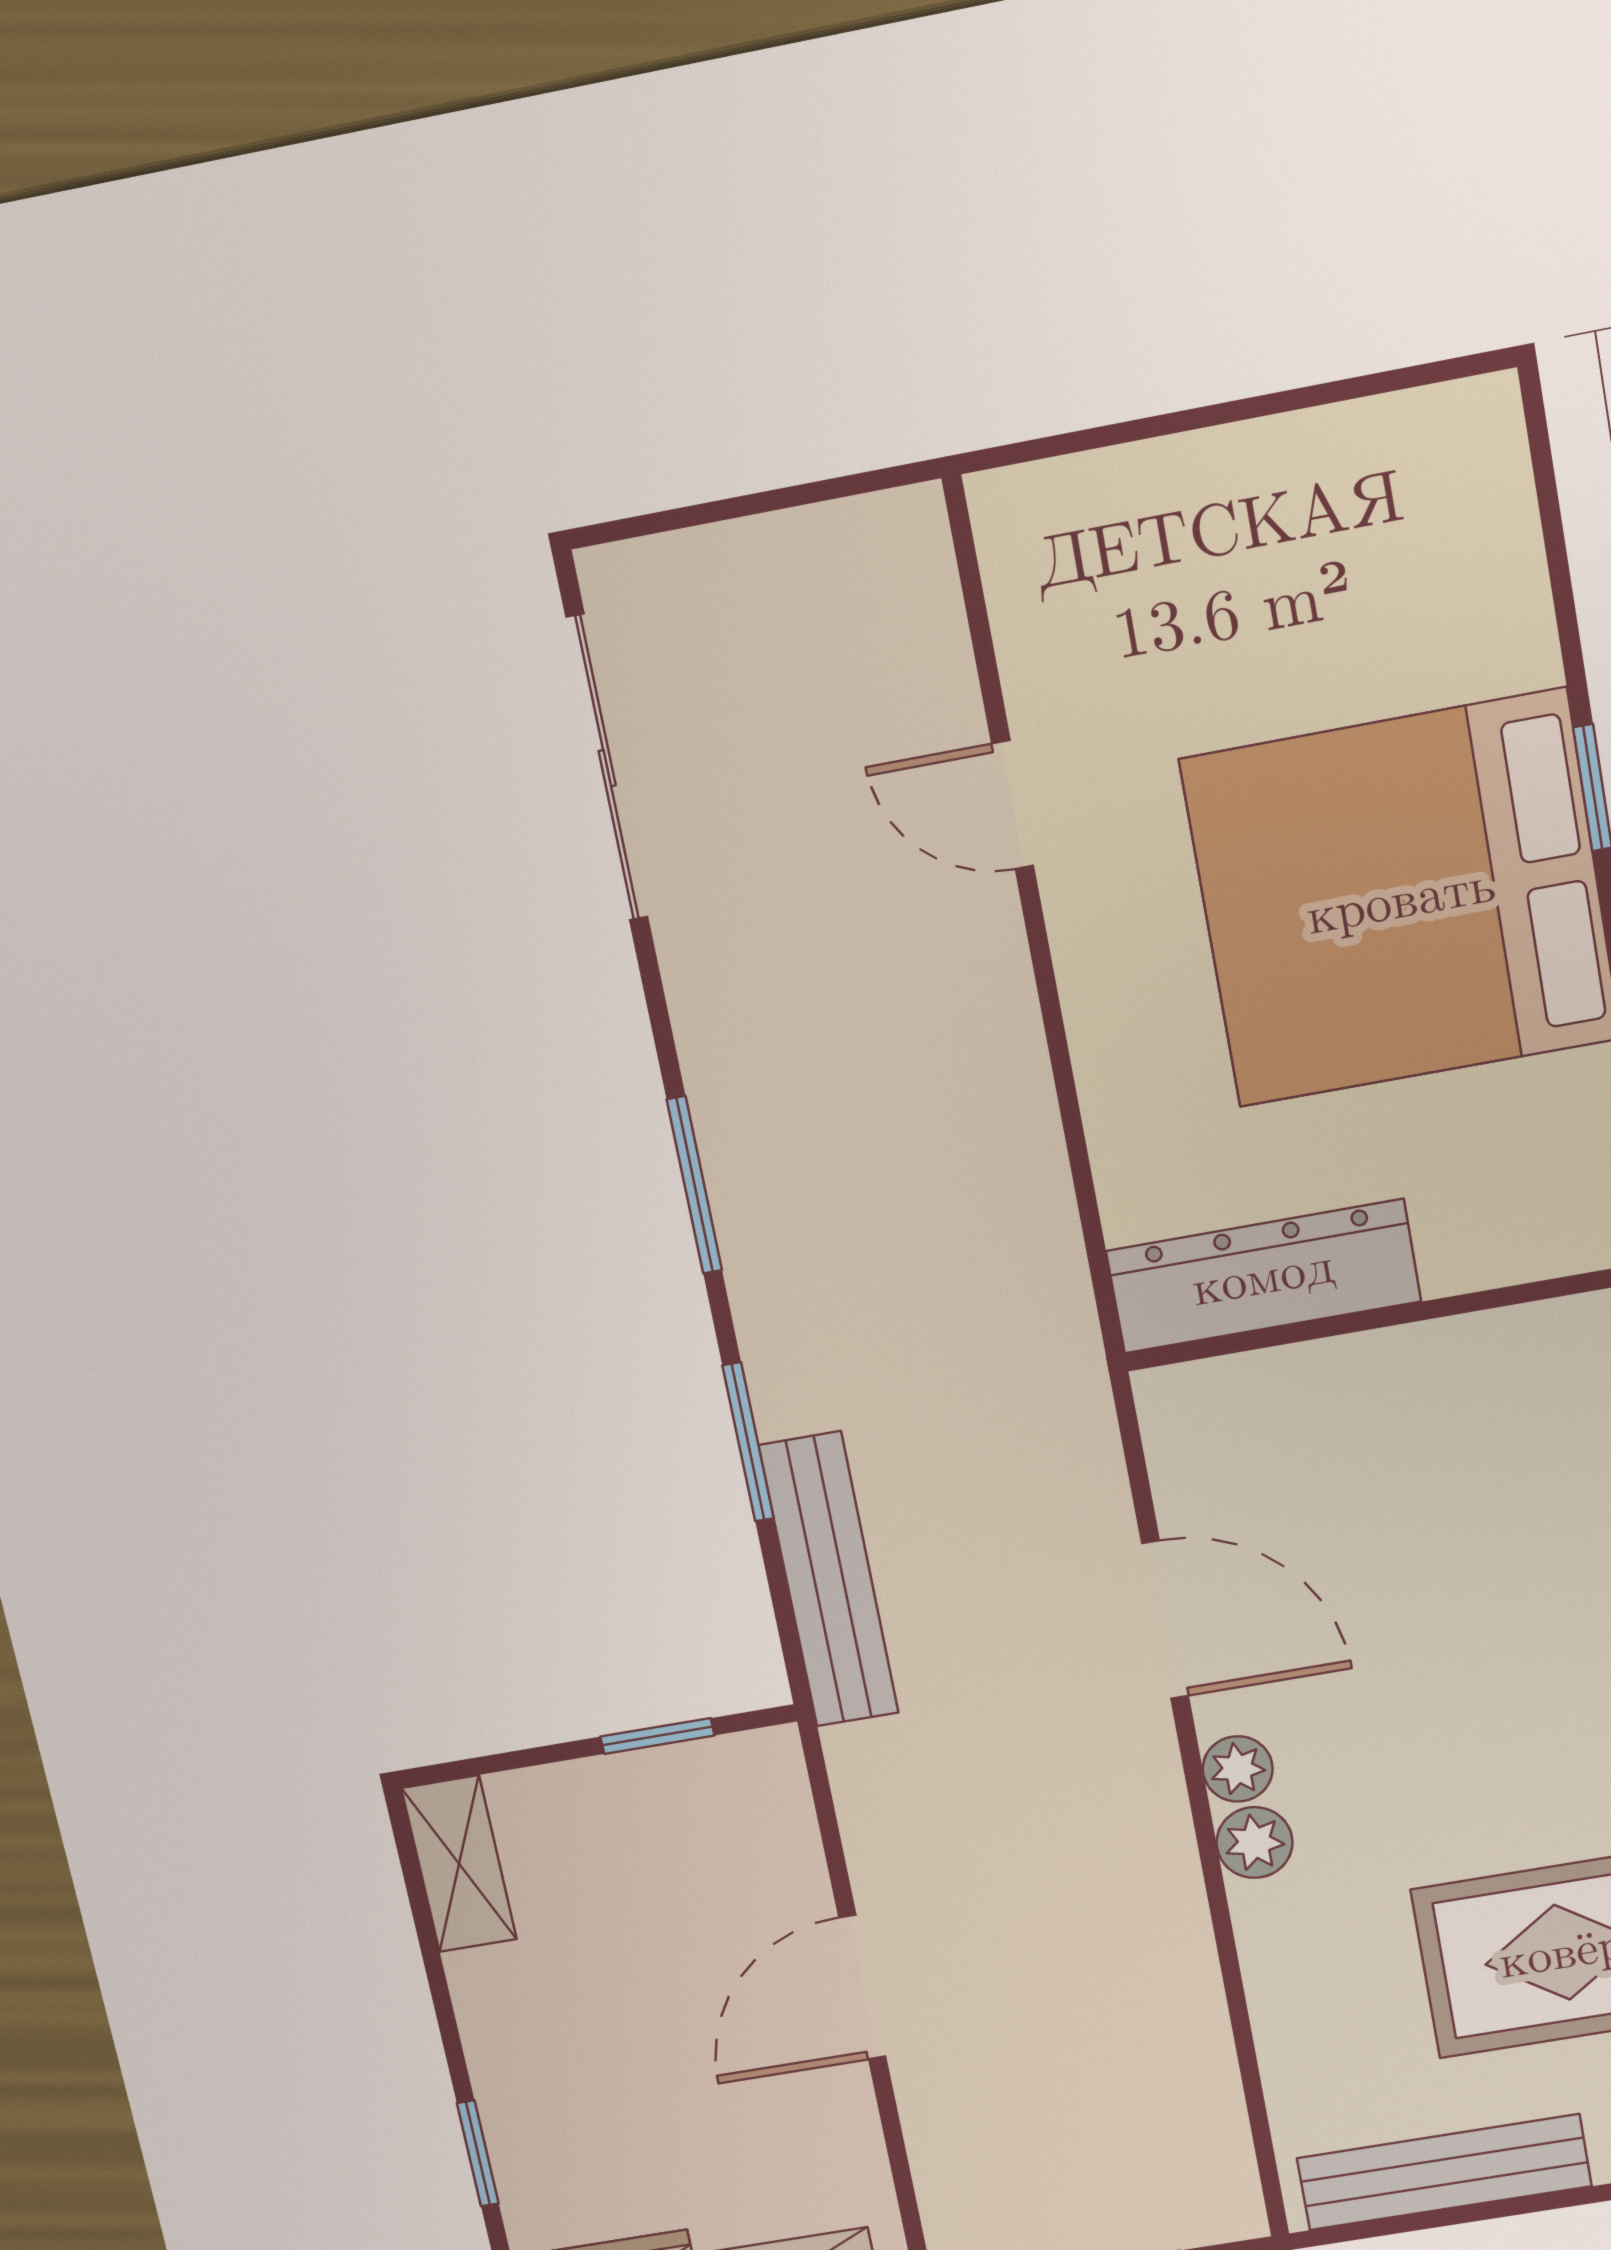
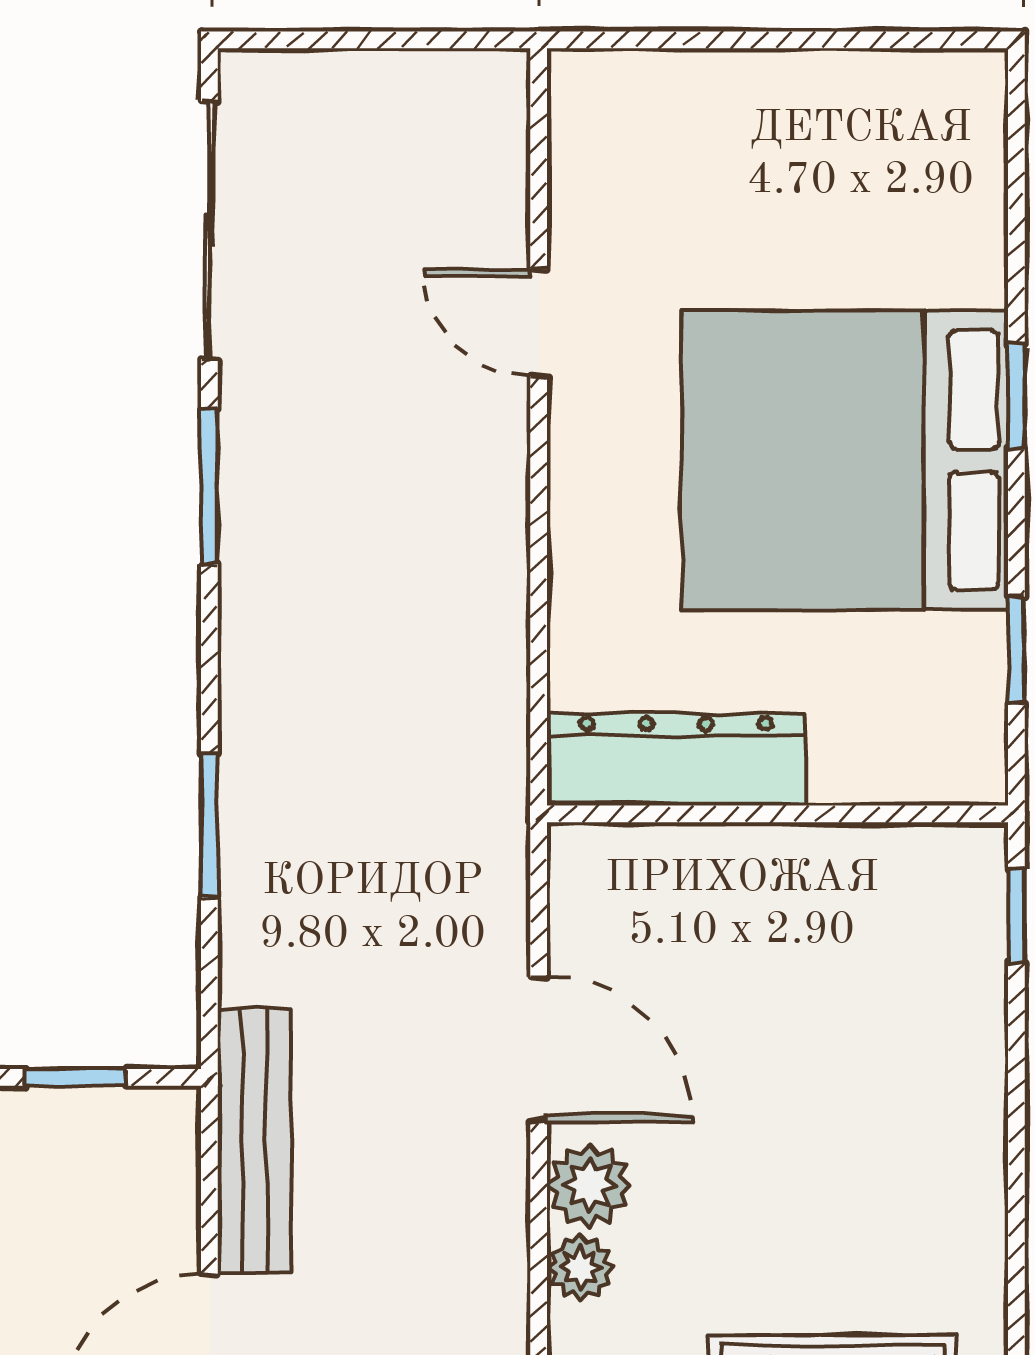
window: (694, 1185) -> (209, 487), moved
bench: (829, 1580) -> (254, 1141), moved
plant: (1238, 1769) -> (589, 1185), width x1.38, depth x1.38

